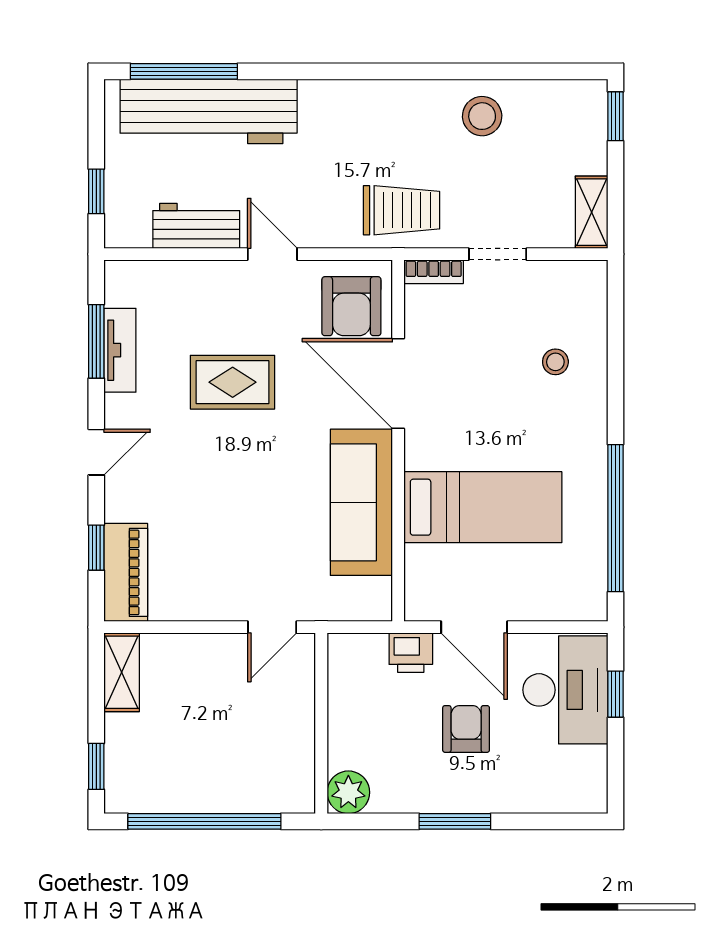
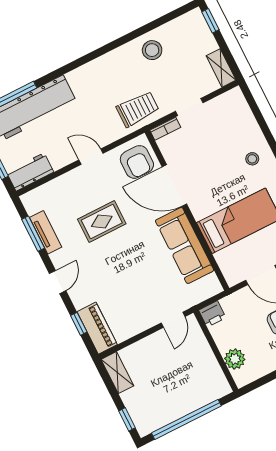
workbench: (196, 226) -> (30, 172), moved
stool: (555, 362) -> (252, 159), moved
printer: (411, 653) -> (212, 314), moved
plant: (348, 792) -> (235, 359), moved

